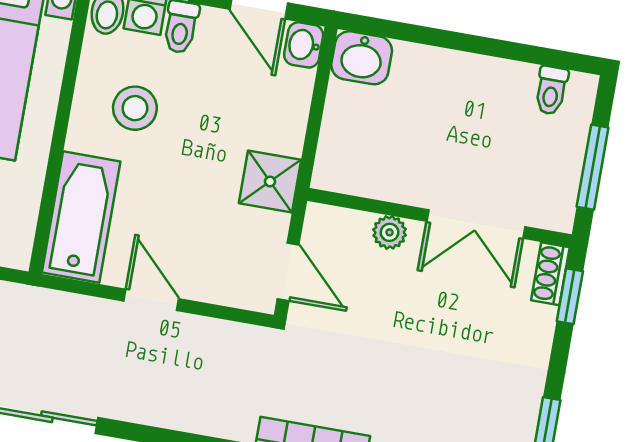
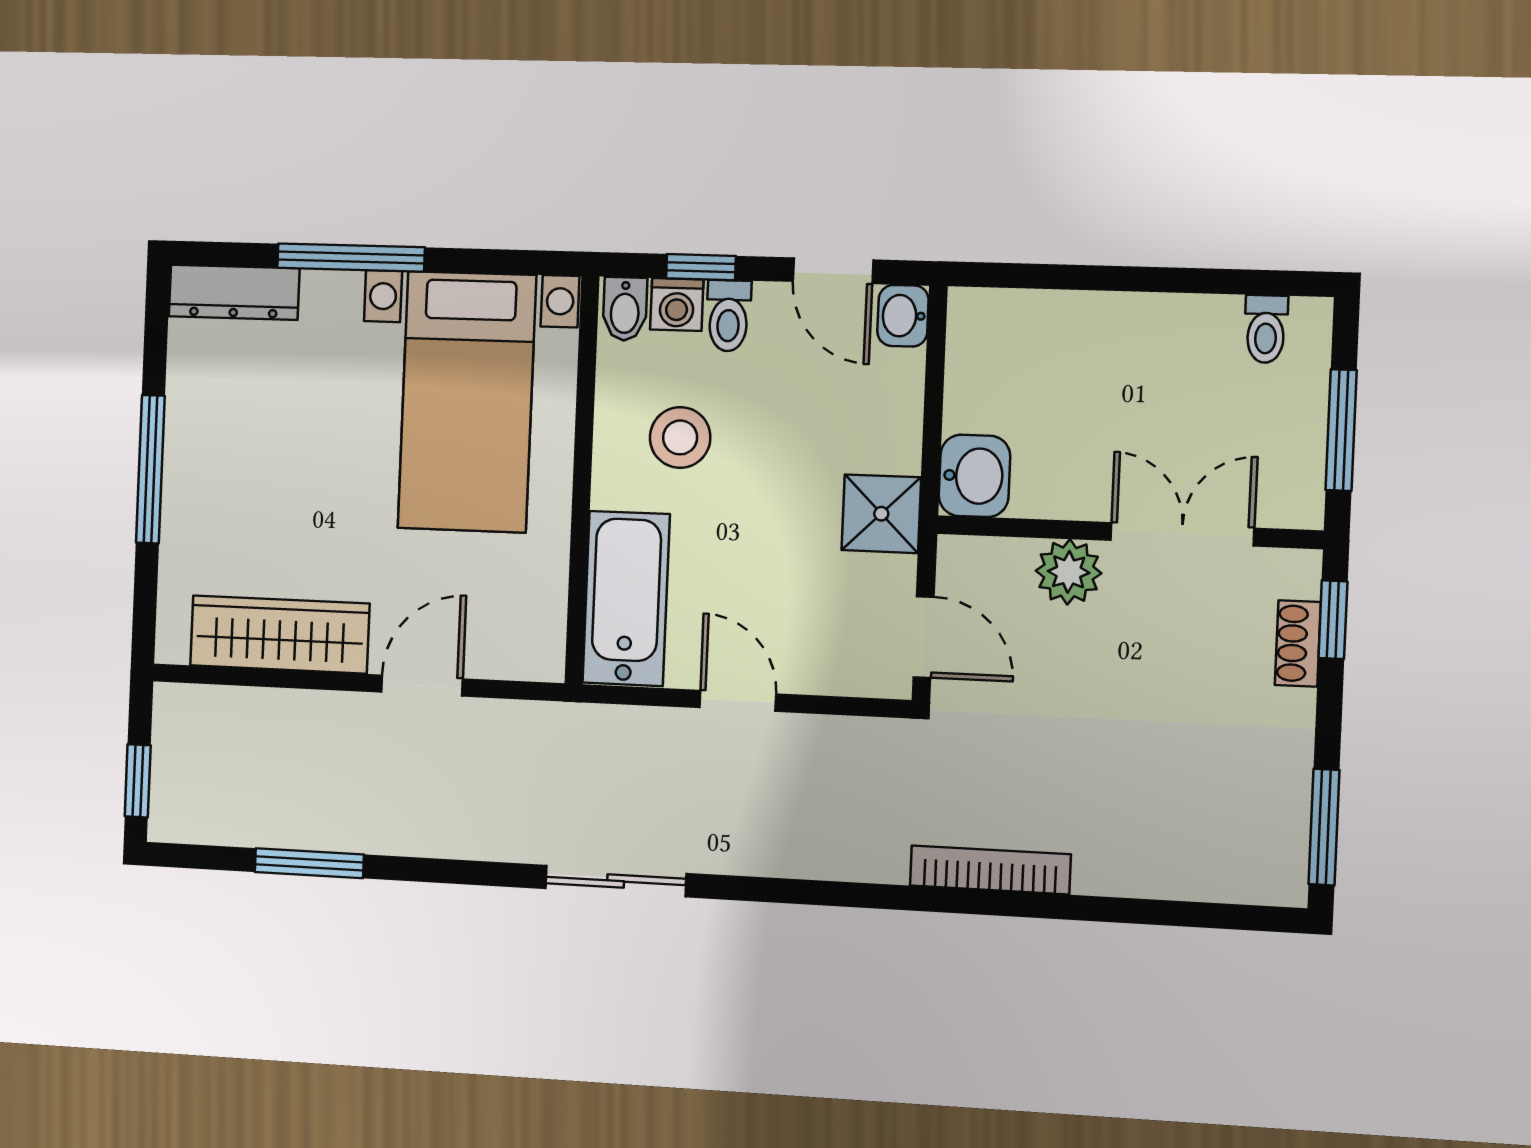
washbasin: (362, 58) -> (974, 476), moved, turned -90
double door: (476, 224) -> (1182, 534), swing flipped
plant: (390, 232) -> (1069, 572), width x1.38, depth x1.38
shoe rack: (550, 274) -> (1298, 644), moved

